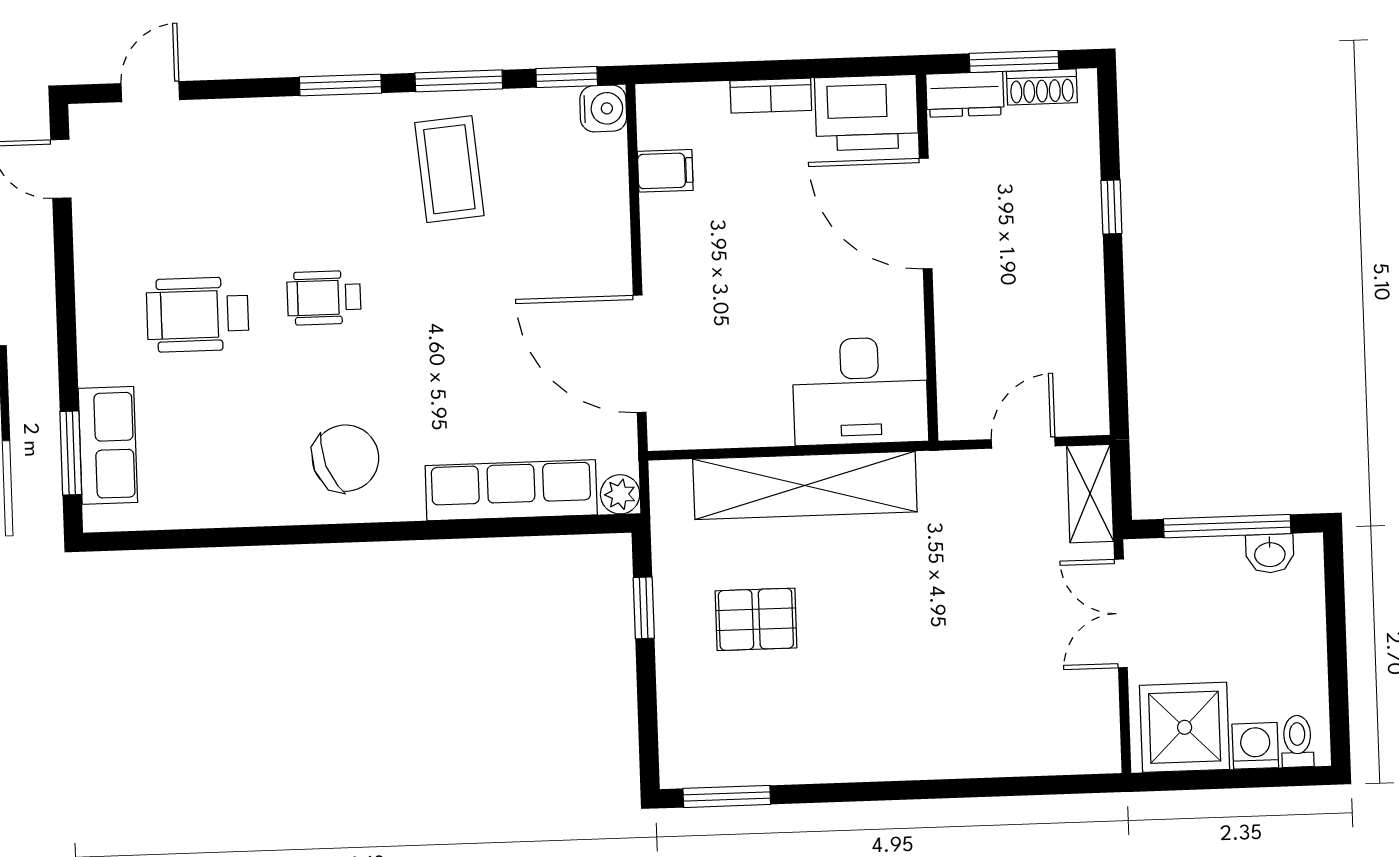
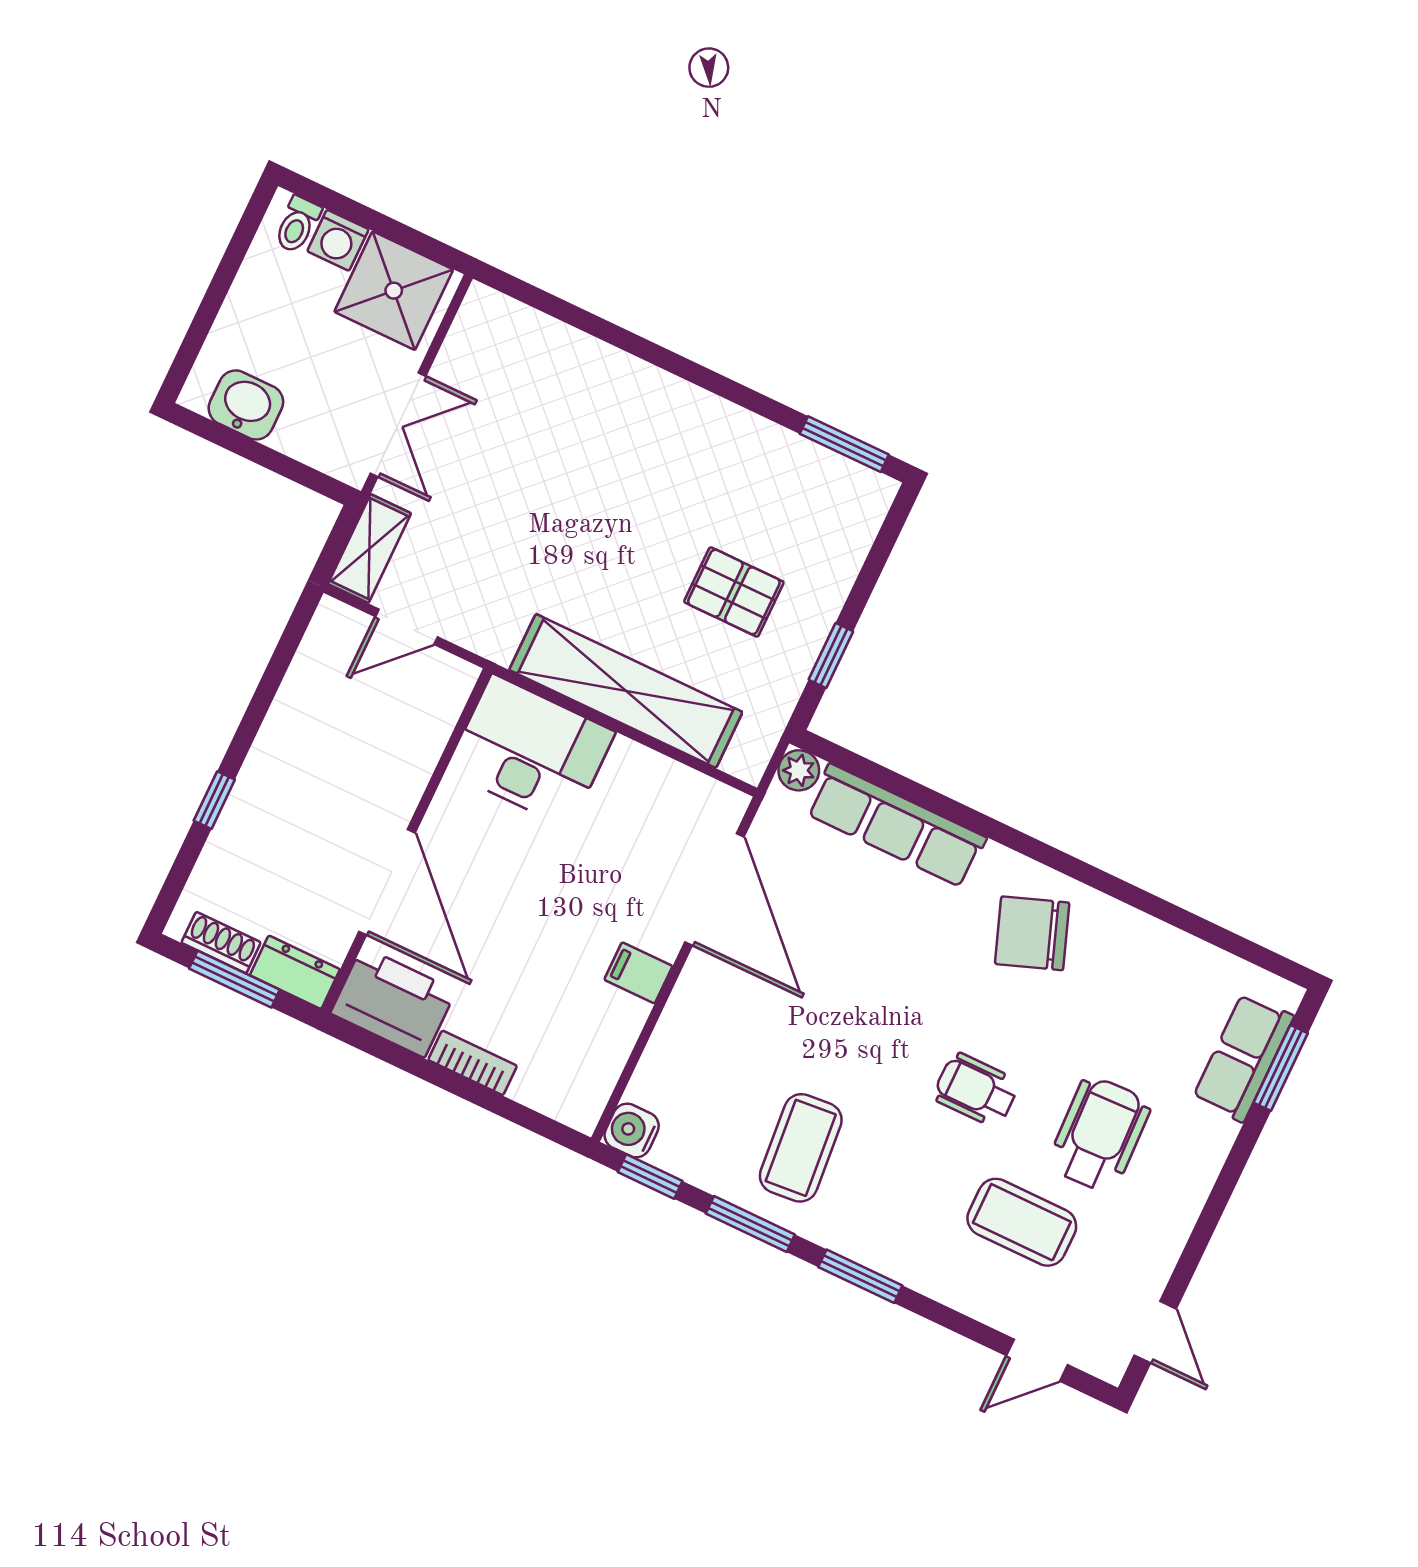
filing cabinet: (665, 171) -> (638, 973), moved
coffee table: (225, 204) -> (1022, 1222), added
wheelchair: (324, 298) -> (976, 1090), turned 180
wheelchair: (198, 315) -> (1099, 1134), turned -92
window: (1227, 526) -> (260, 454), removed
washbasin: (1270, 553) -> (246, 405), width x1.38, depth x1.45

